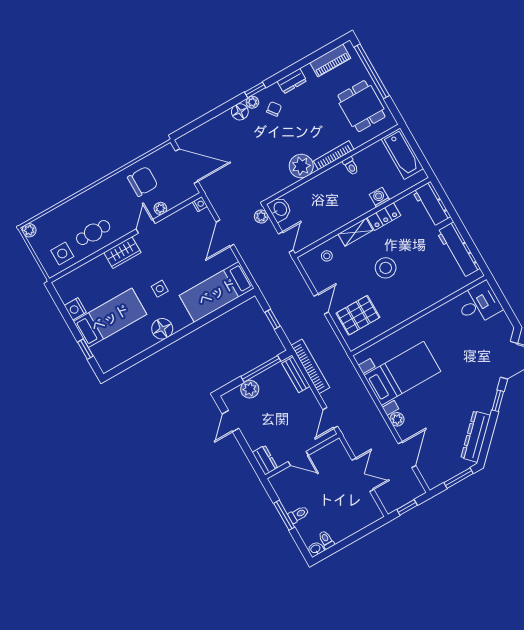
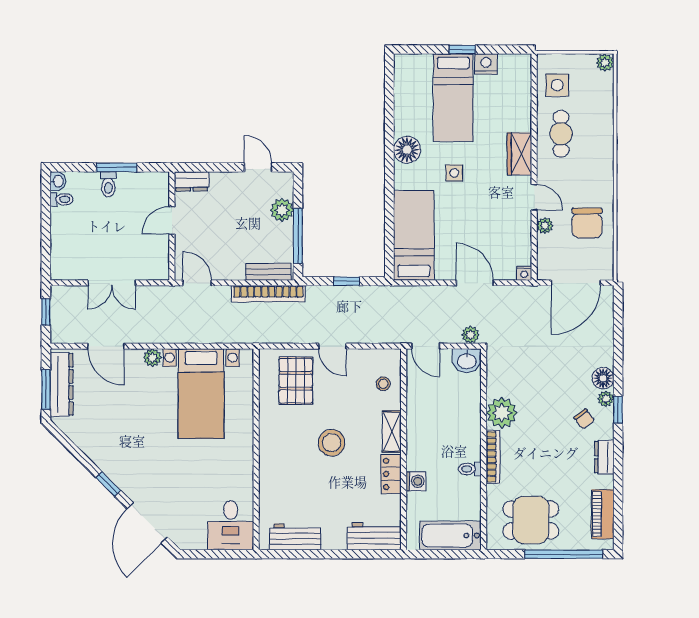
workbench: (458, 250) -> (295, 537), width x0.73
window: (85, 349) -> (462, 49), moved
dresser: (476, 436) -> (62, 384), moved, turned 45

